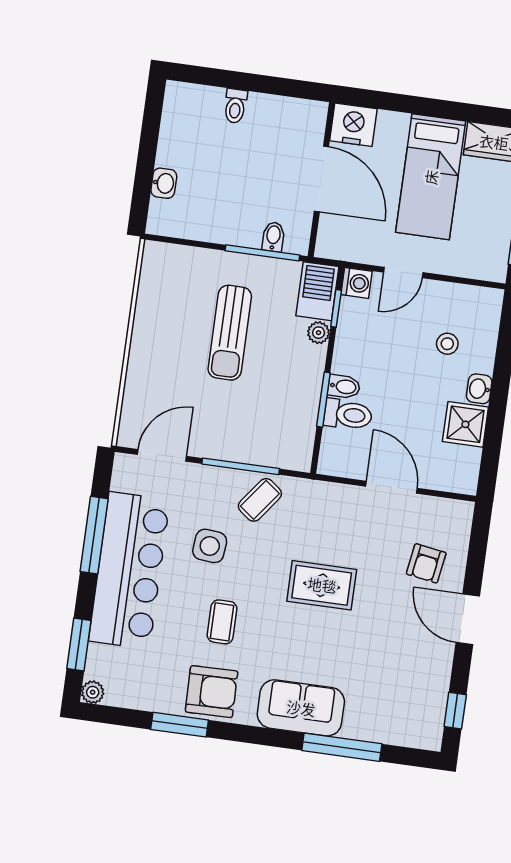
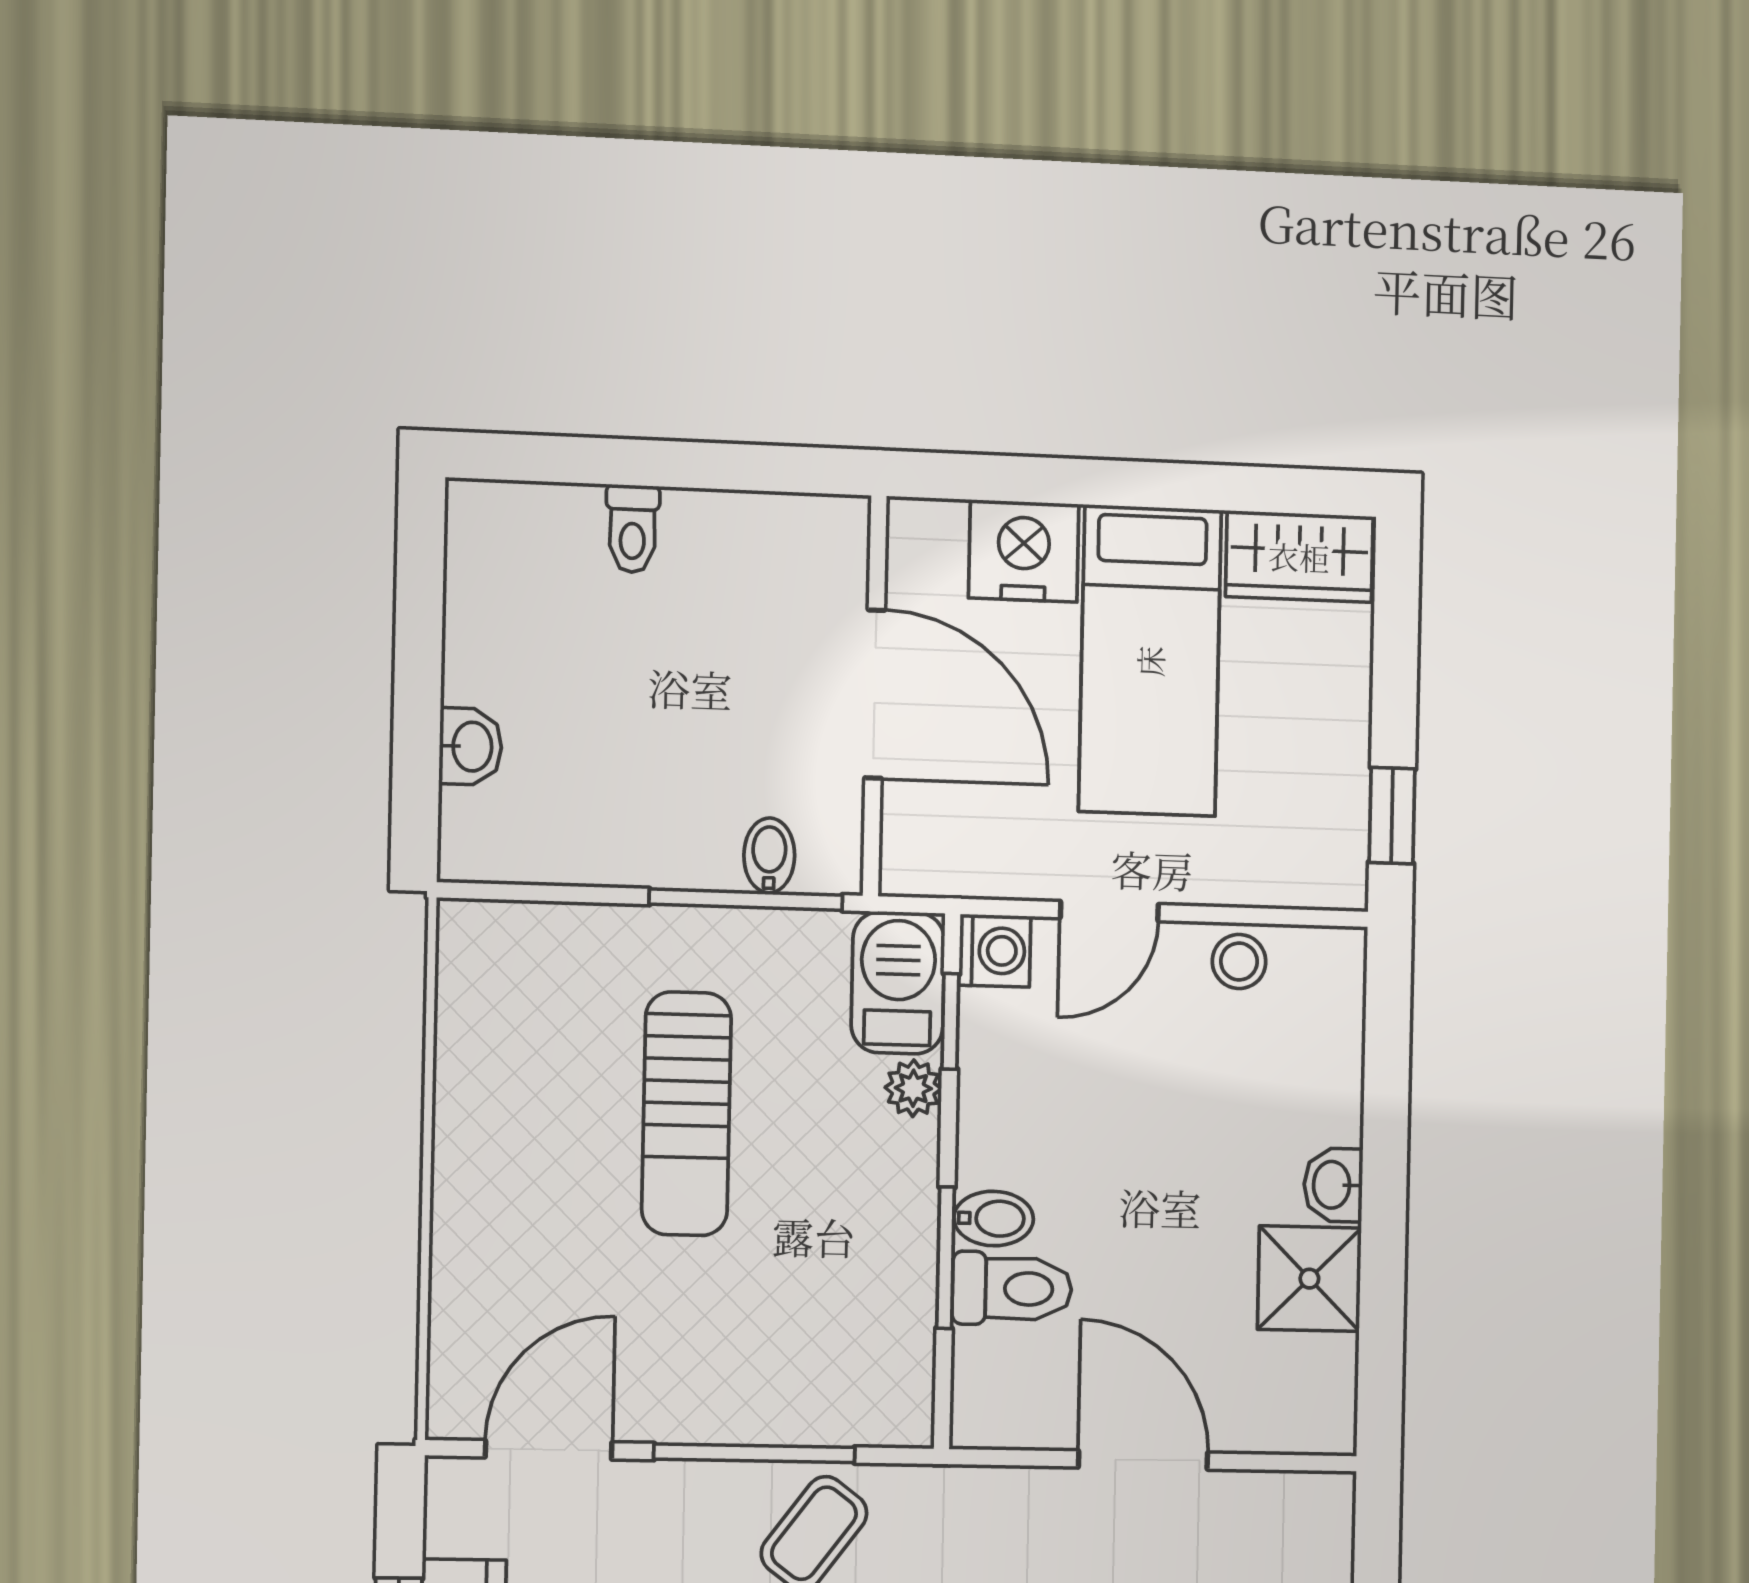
nightstand: (353, 125) -> (1024, 551), moved
stool: (447, 344) -> (1239, 961), moved

